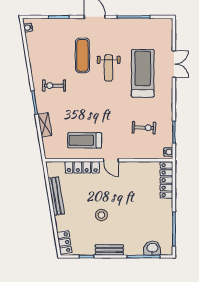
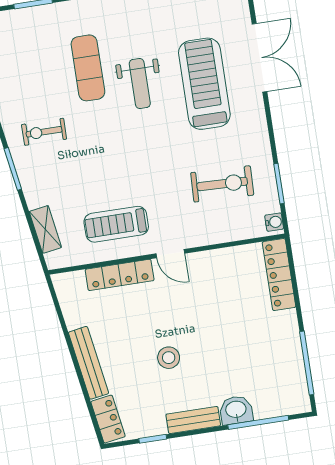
double door: (174, 64) -> (259, 58), width x1.37
shelving: (45, 125) -> (45, 229), moved
exercise bike: (144, 128) -> (222, 184), width x1.38, depth x1.39
bench: (56, 196) -> (89, 363), moved
washbasin: (152, 248) -> (236, 410), moved

